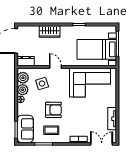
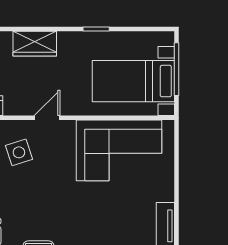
door: (55, 67) -> (47, 118), hinge flipped
armchair: (53, 110) -> (43, 207), removed

